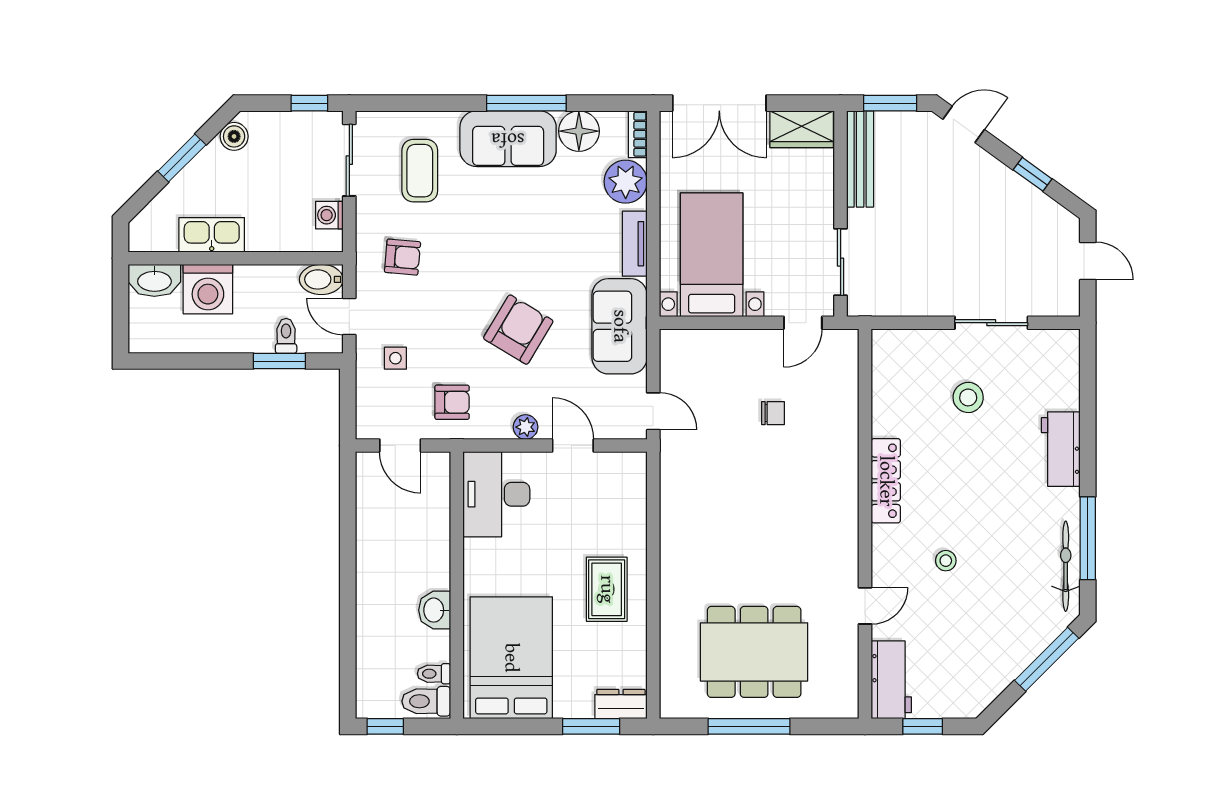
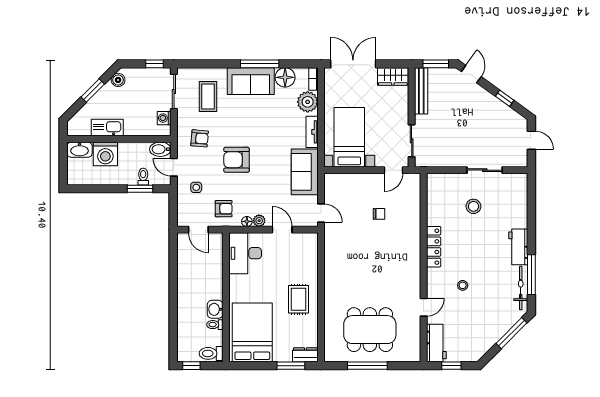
double door: (719, 103) -> (353, 64), swing flipped
door: (964, 124) -> (471, 74), hinge flipped
armchair: (518, 330) -> (237, 160), moved, turned -121
floor lamp: (500, 429) -> (247, 221), added
workbench: (1061, 449) -> (518, 247), moved
toilet: (434, 674) -> (215, 325), moved

